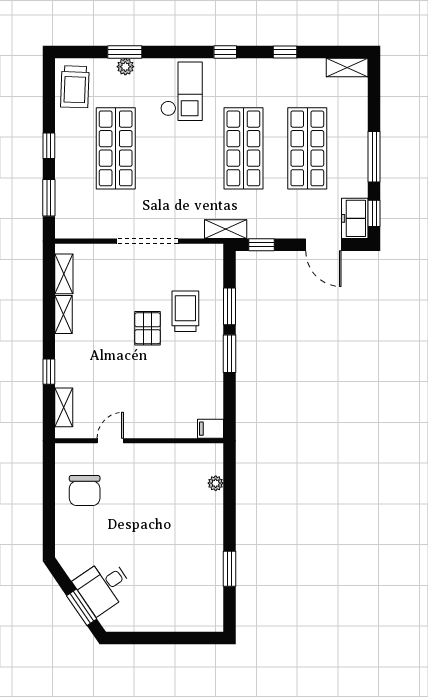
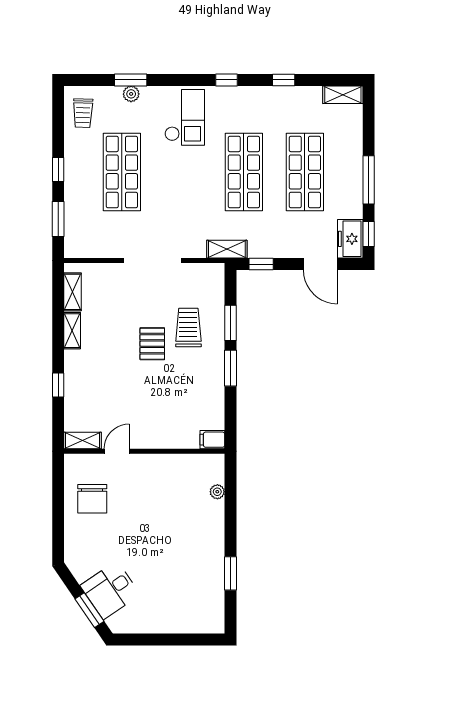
trolley: (75, 87) -> (83, 113), width x0.73, depth x0.72
shelving: (64, 407) -> (83, 440), moved, turned 90

